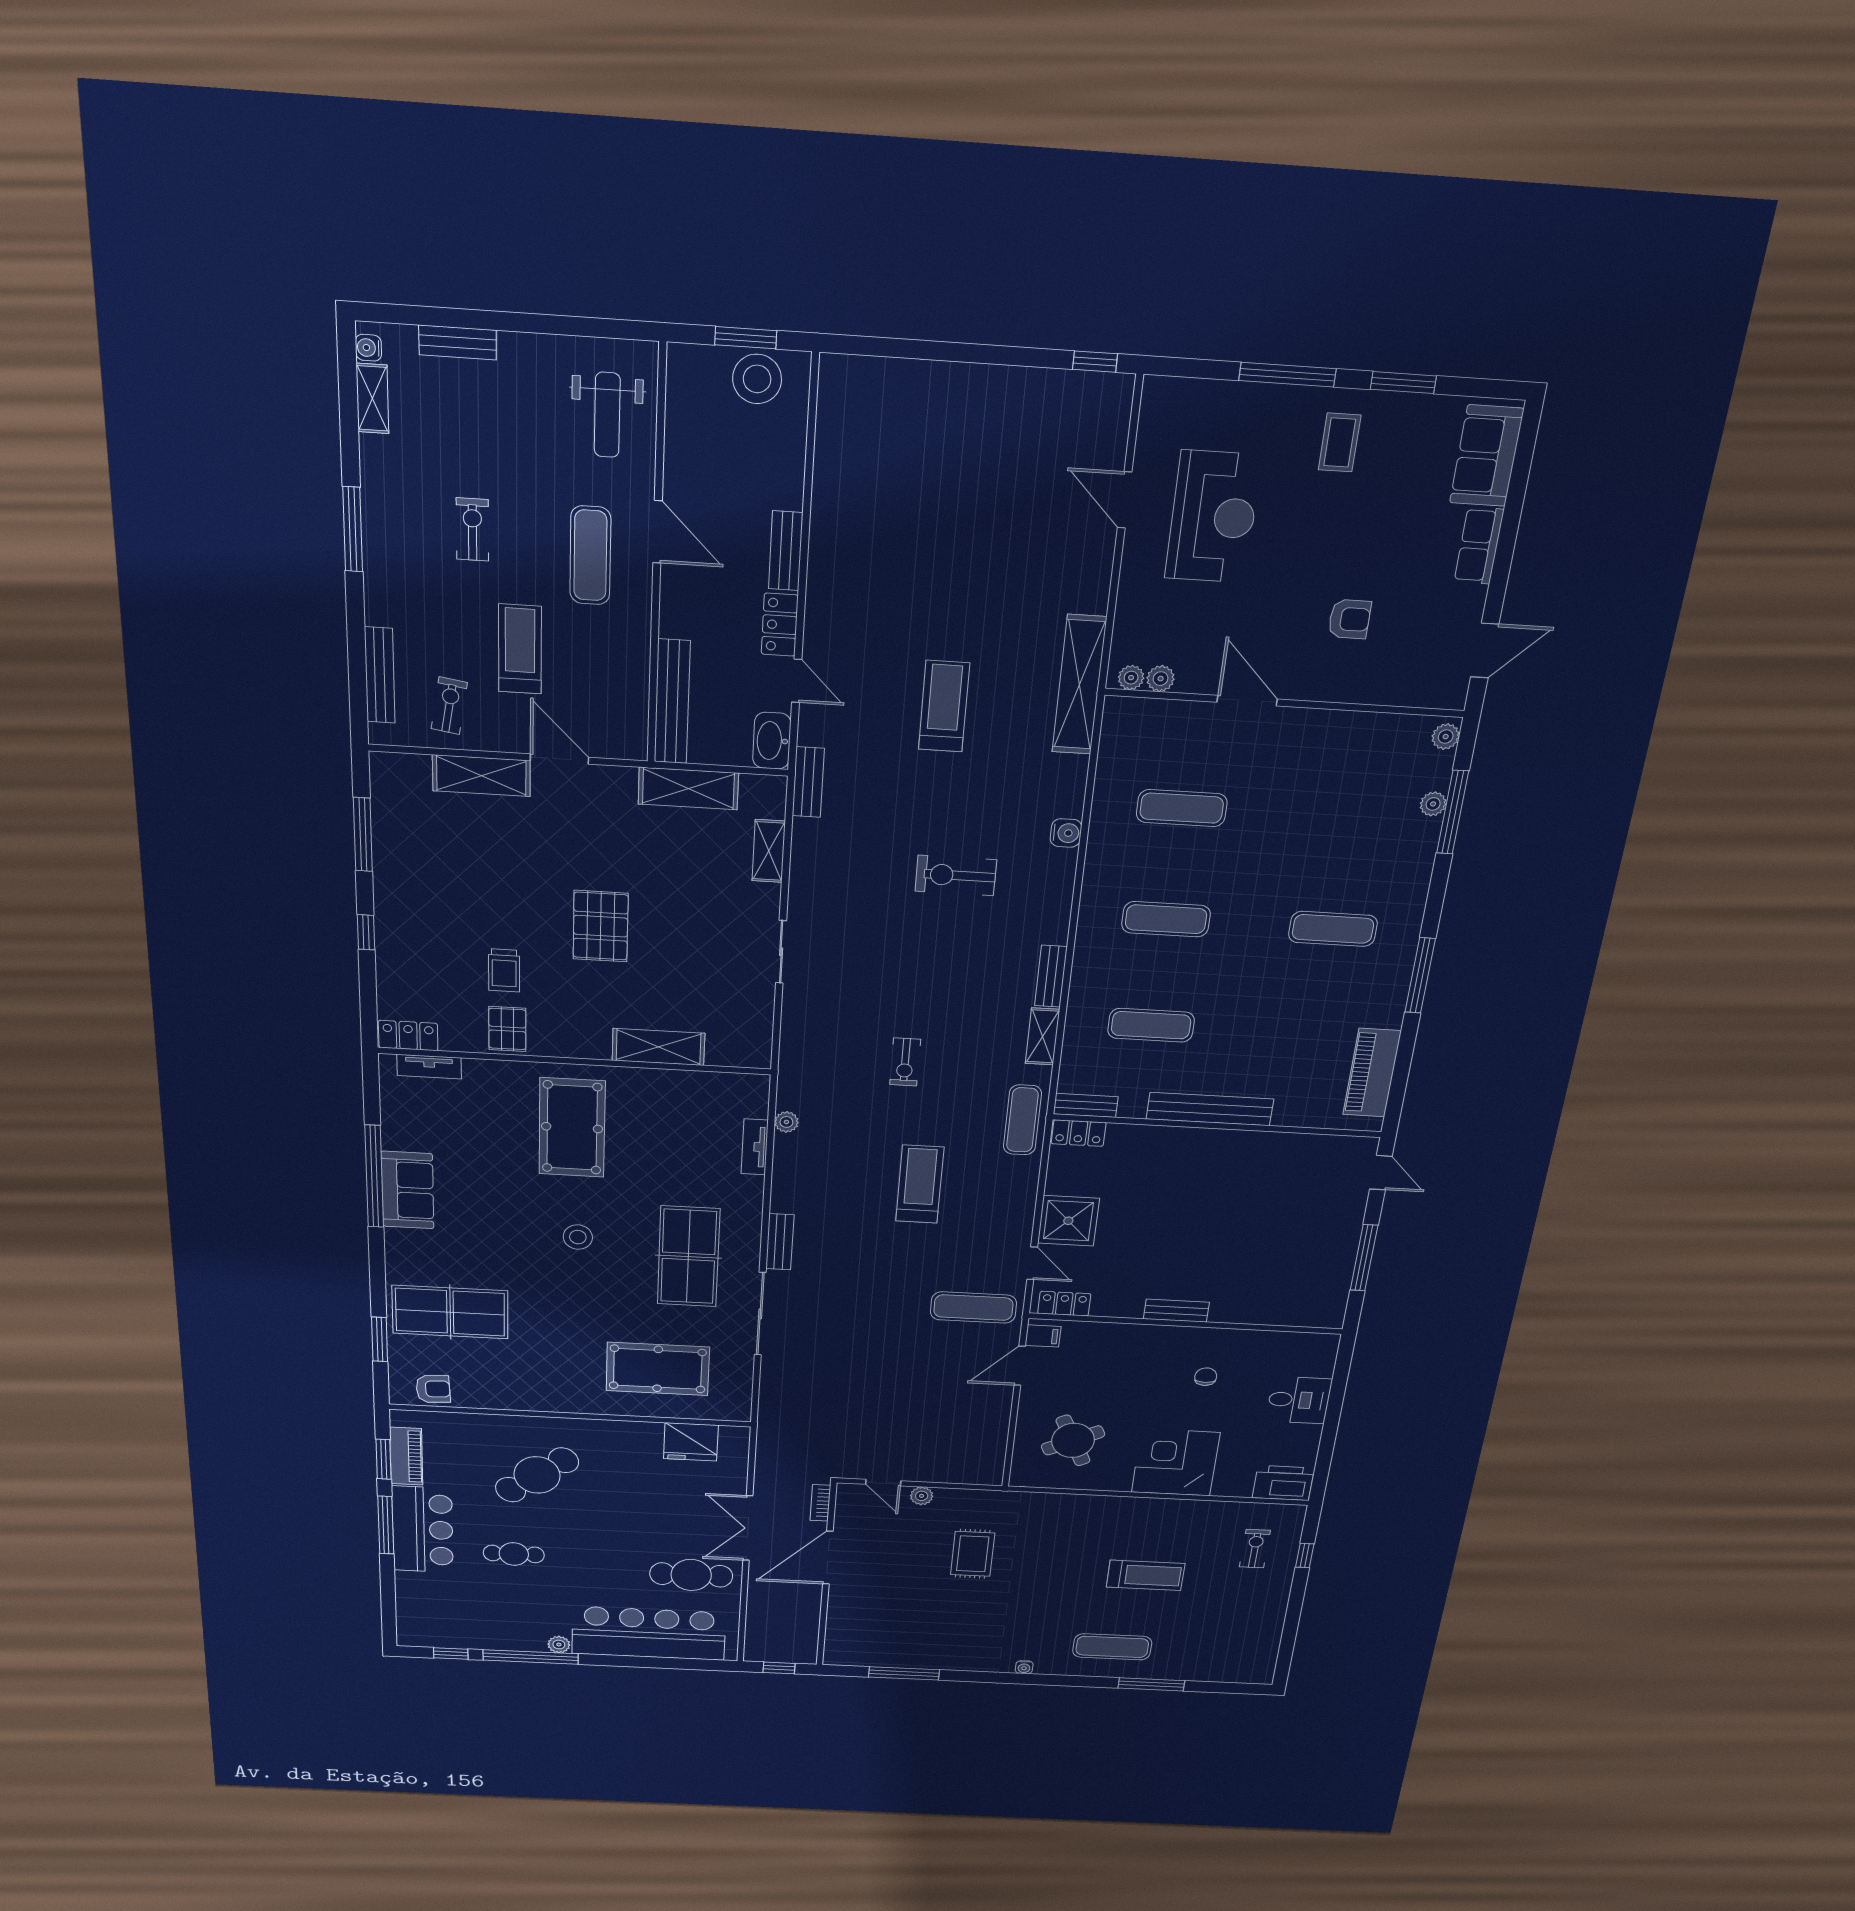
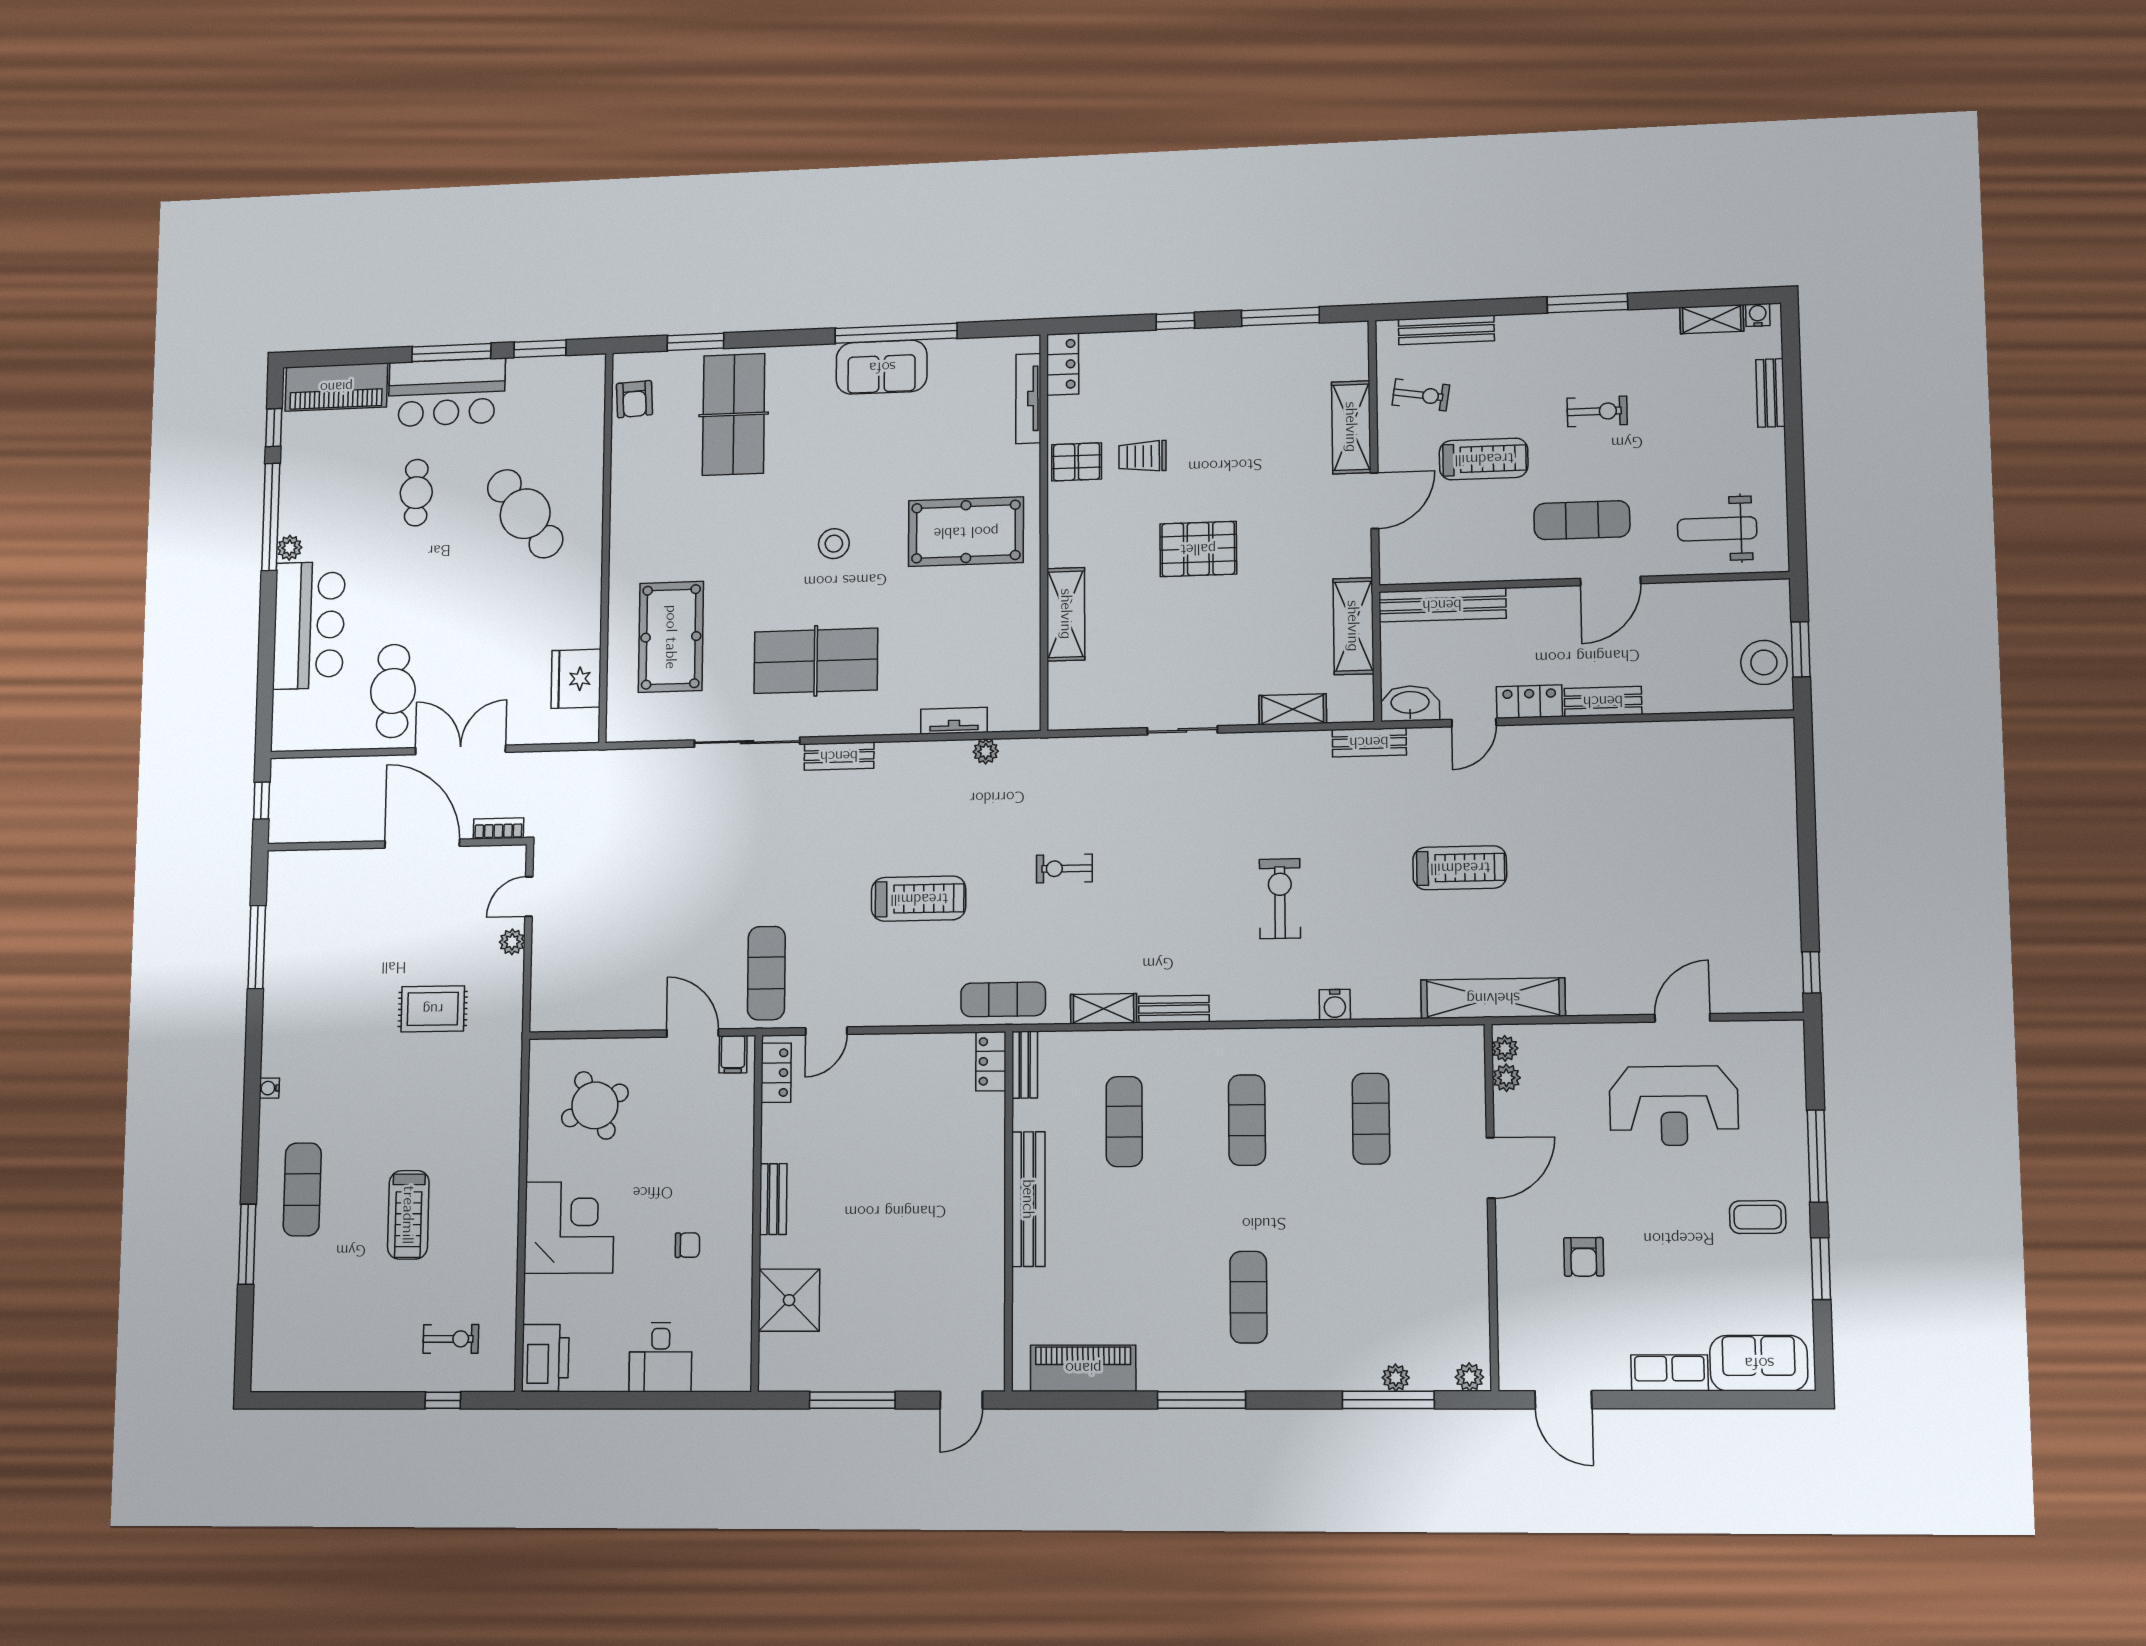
tv unit: (429, 1067) -> (1028, 399), width x1.41
shower: (1068, 1221) -> (789, 1300), moved
piano: (406, 1456) -> (336, 387), moved, width x1.37, depth x1.33
bar counter: (649, 1633) -> (309, 625), width x0.73

